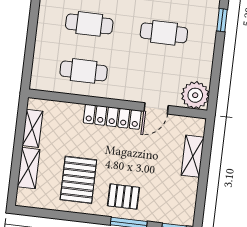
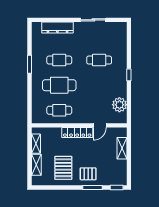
cafe table: (89, 24) -> (59, 85), width x1.37, depth x1.35
cafe table: (164, 33) -> (99, 85), removed
plant: (195, 95) -> (119, 105), moved

